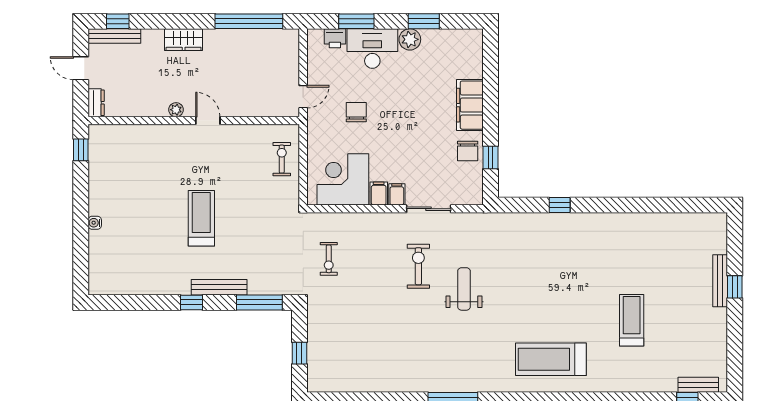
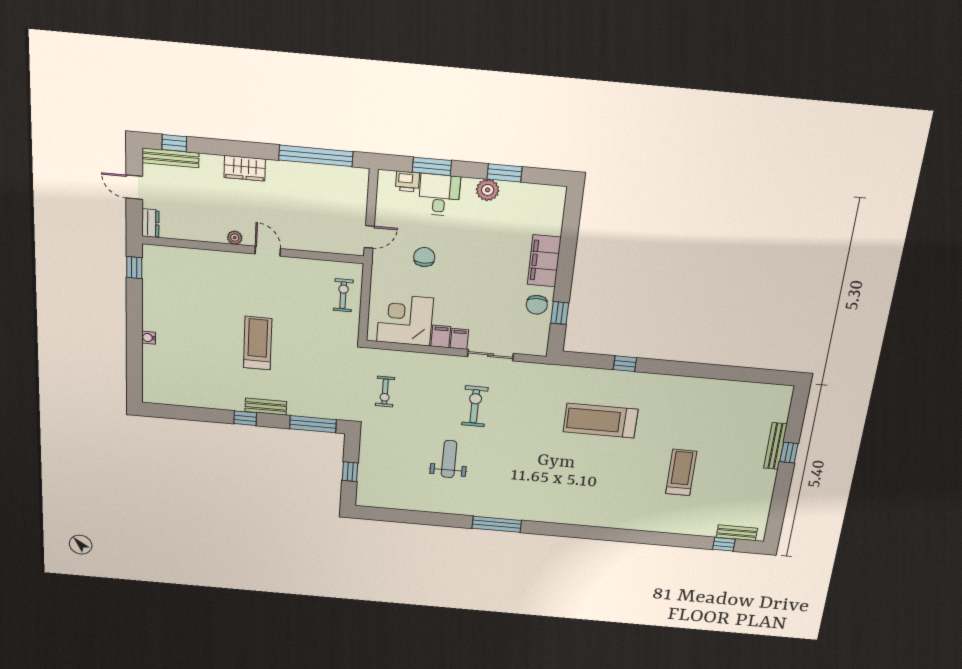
desk: (372, 49) -> (439, 195), width x0.73
bench: (219, 287) -> (266, 407), width x0.73
weight bench: (464, 289) -> (449, 459), moved
treadmill: (551, 359) -> (601, 421), moved

